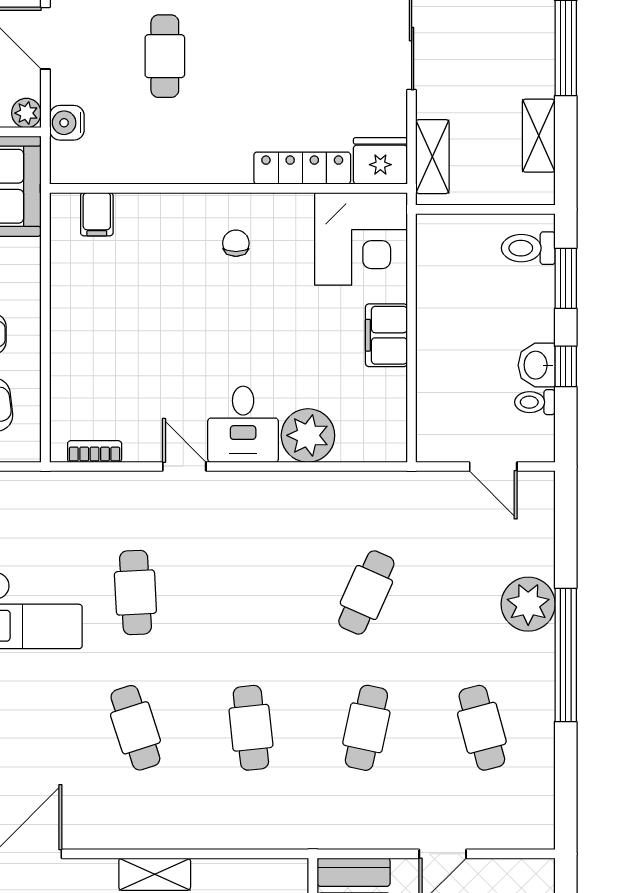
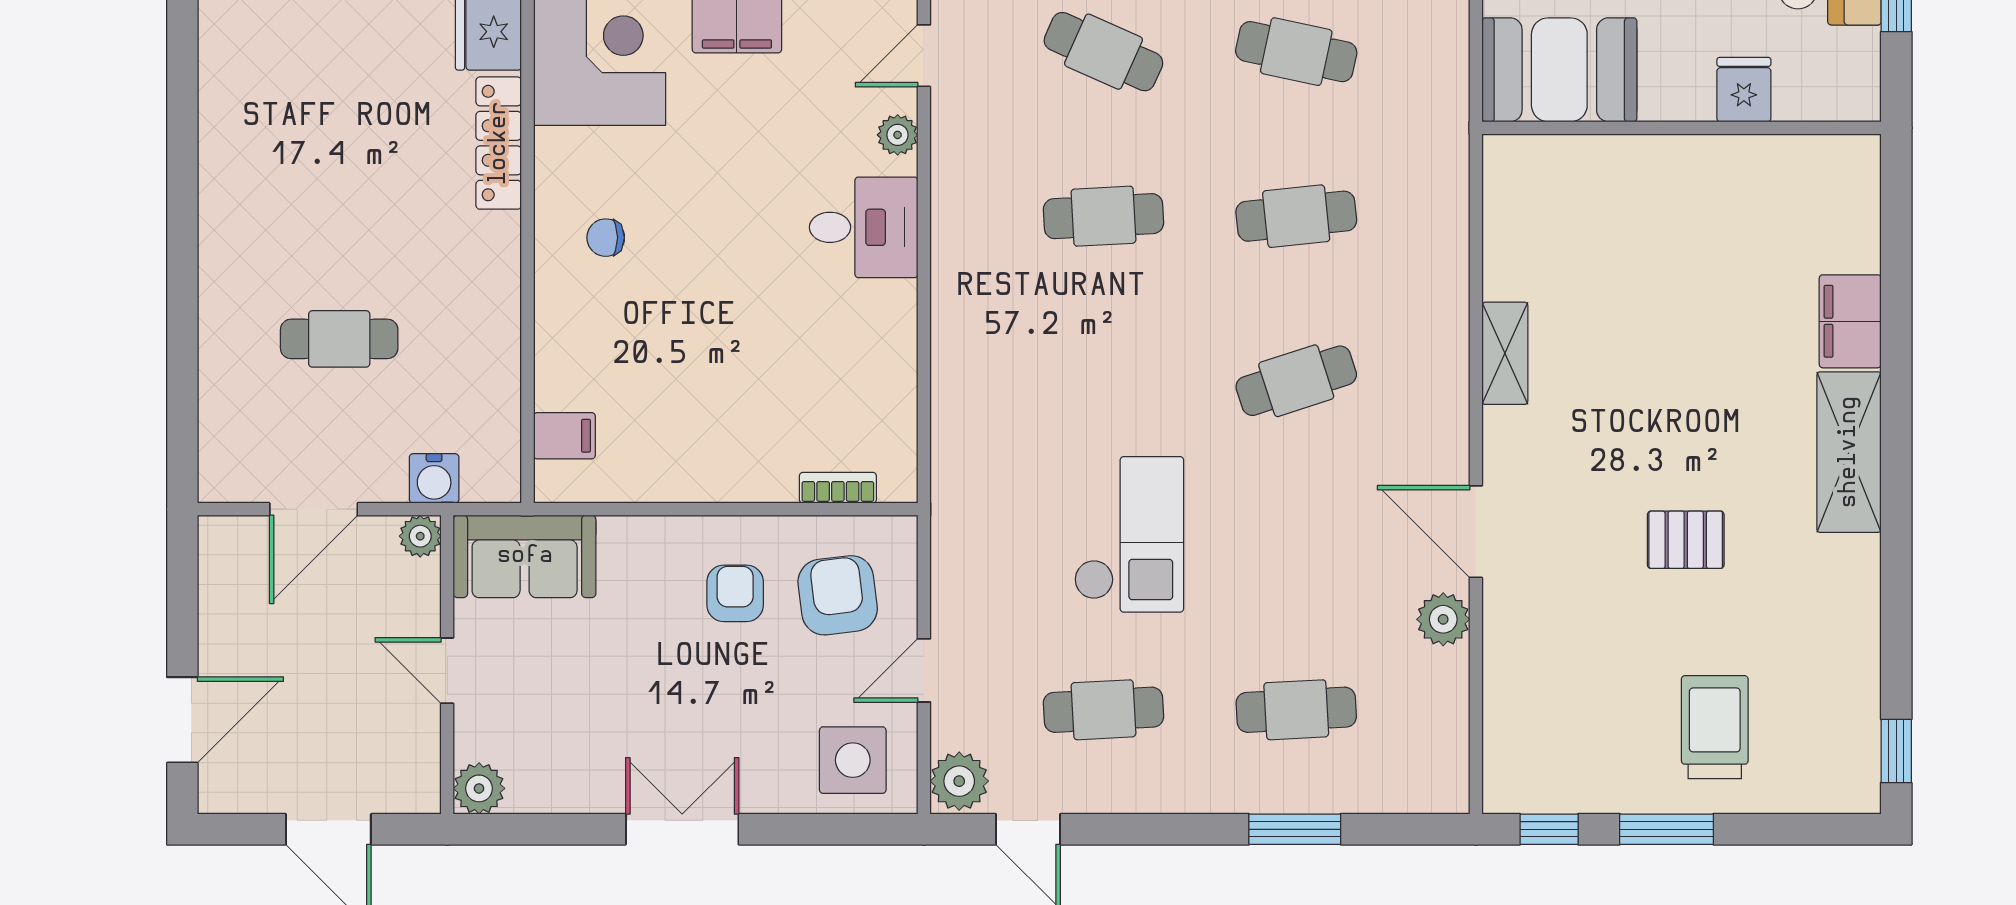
plant: (308, 435) -> (898, 135), width x0.53, depth x0.53
bookcase: (95, 451) -> (838, 488), moved, turned 90
door: (184, 466) -> (924, 56), moved
cafe table: (135, 593) -> (1103, 216), moved

